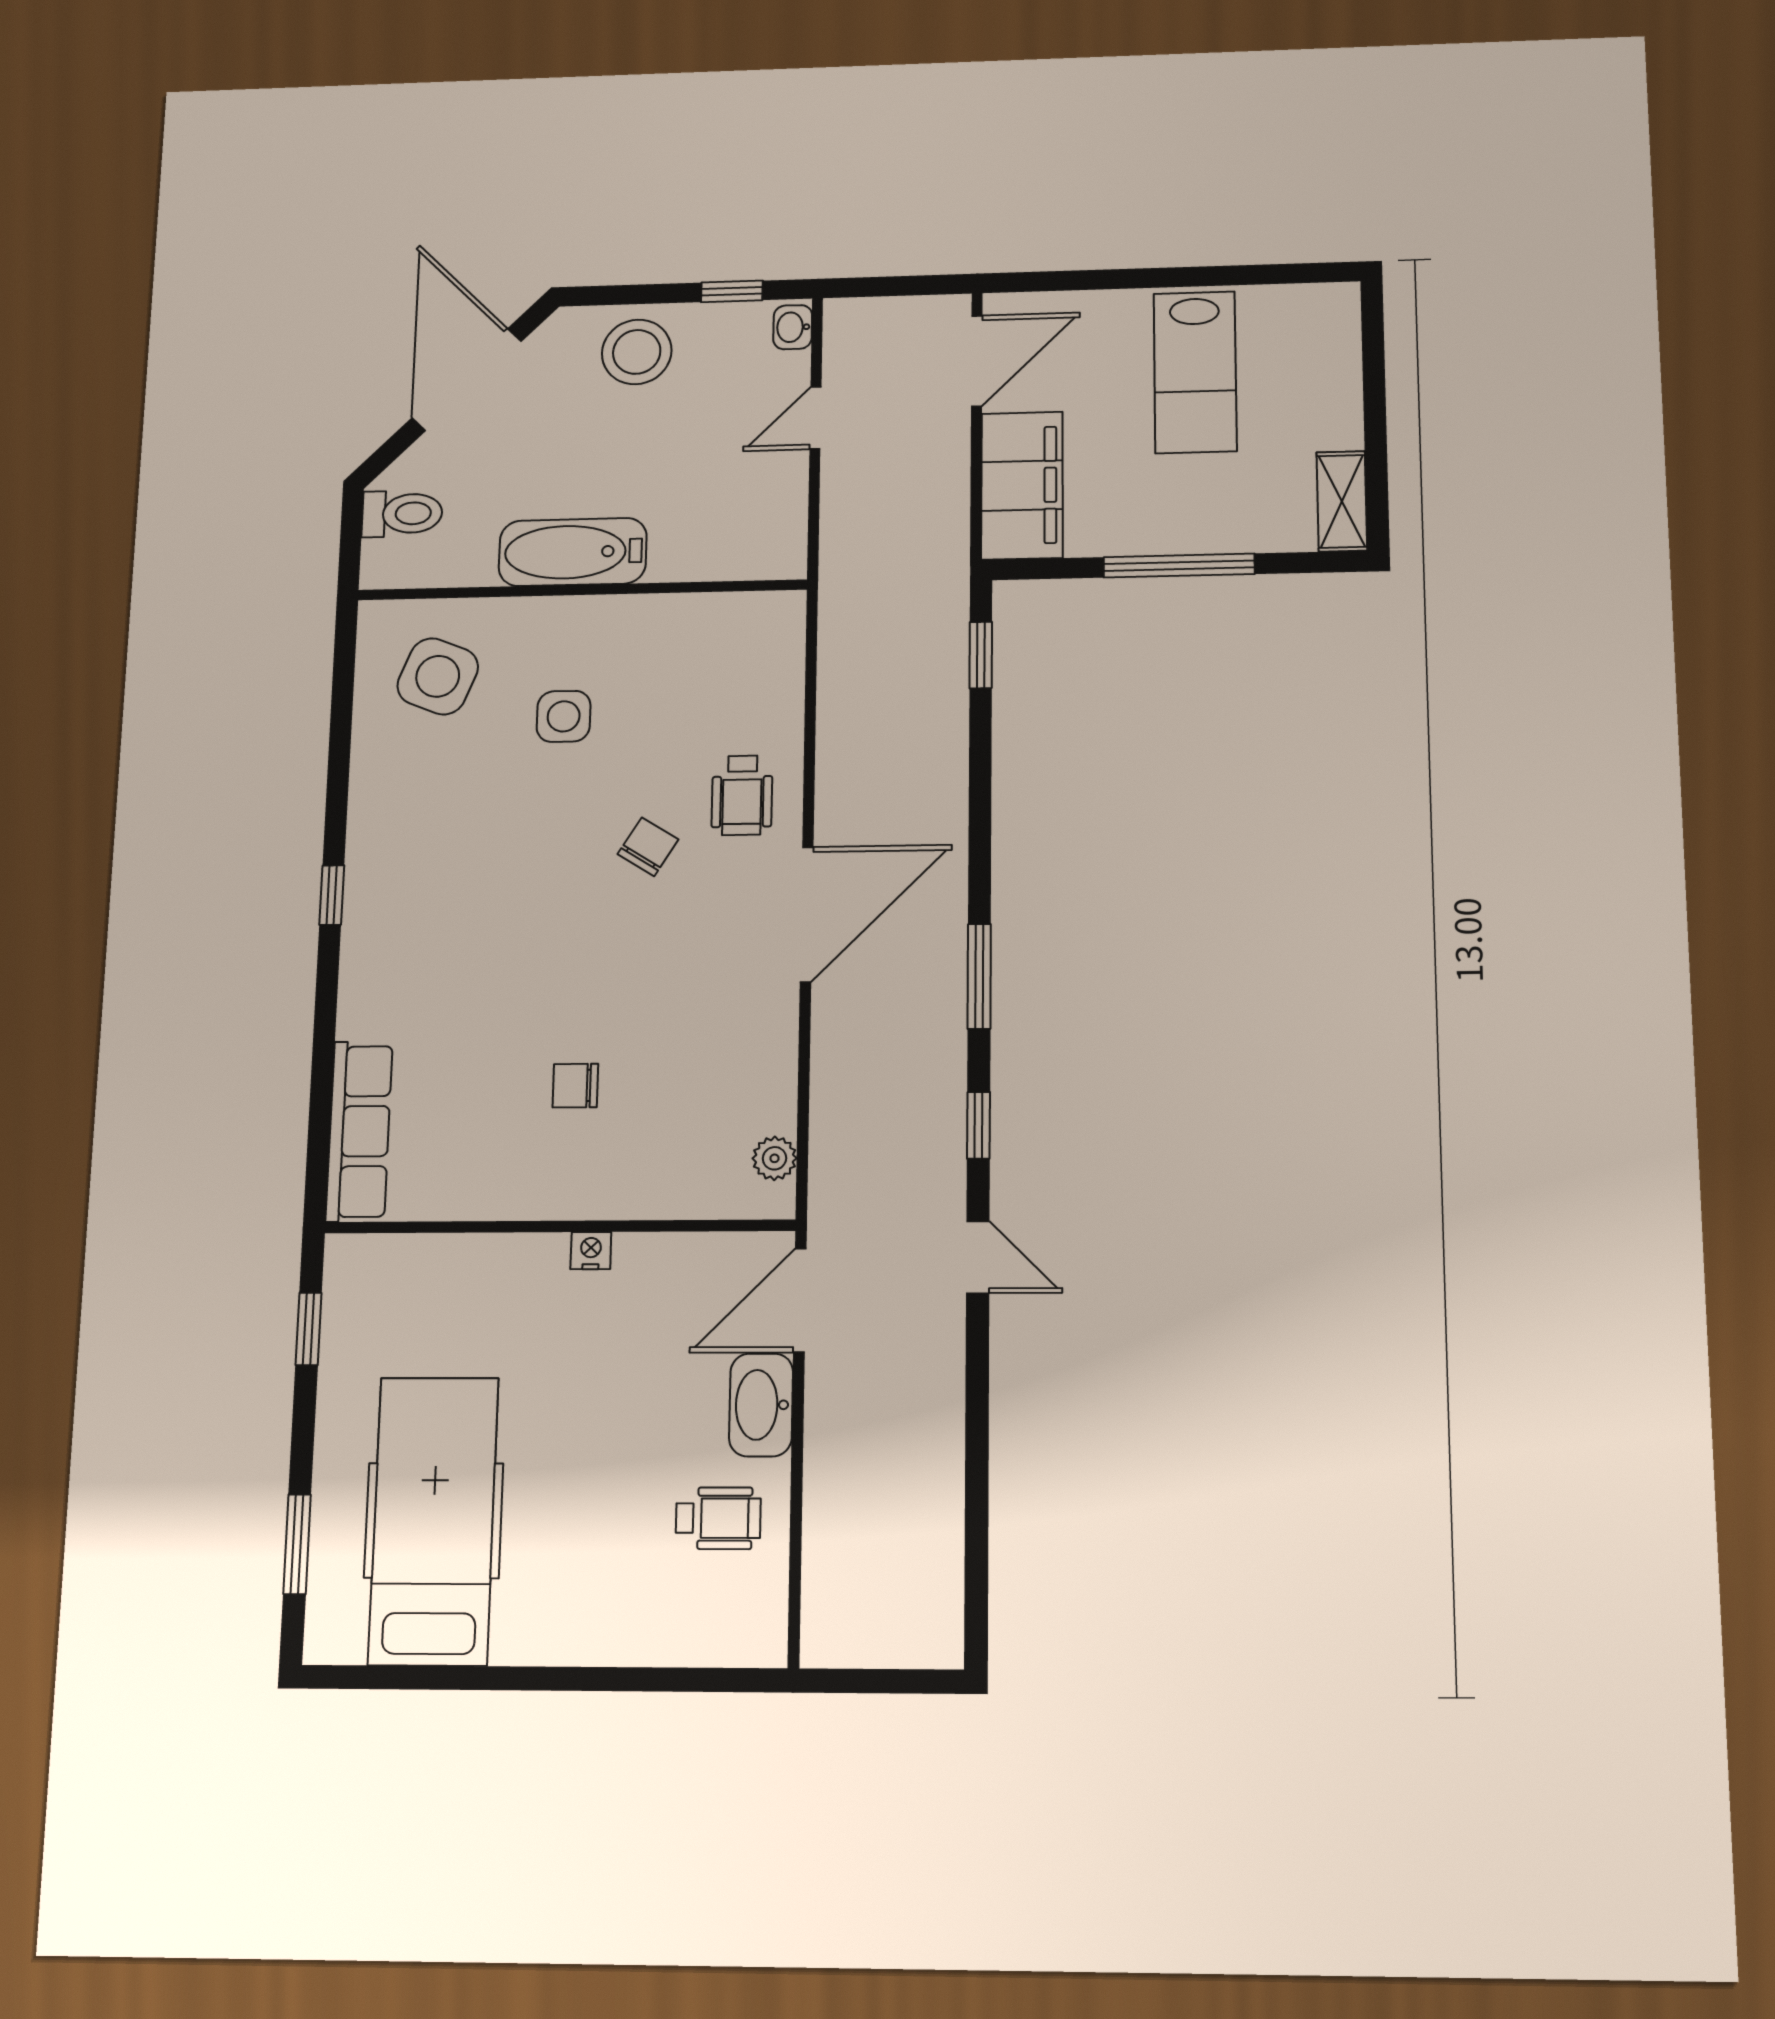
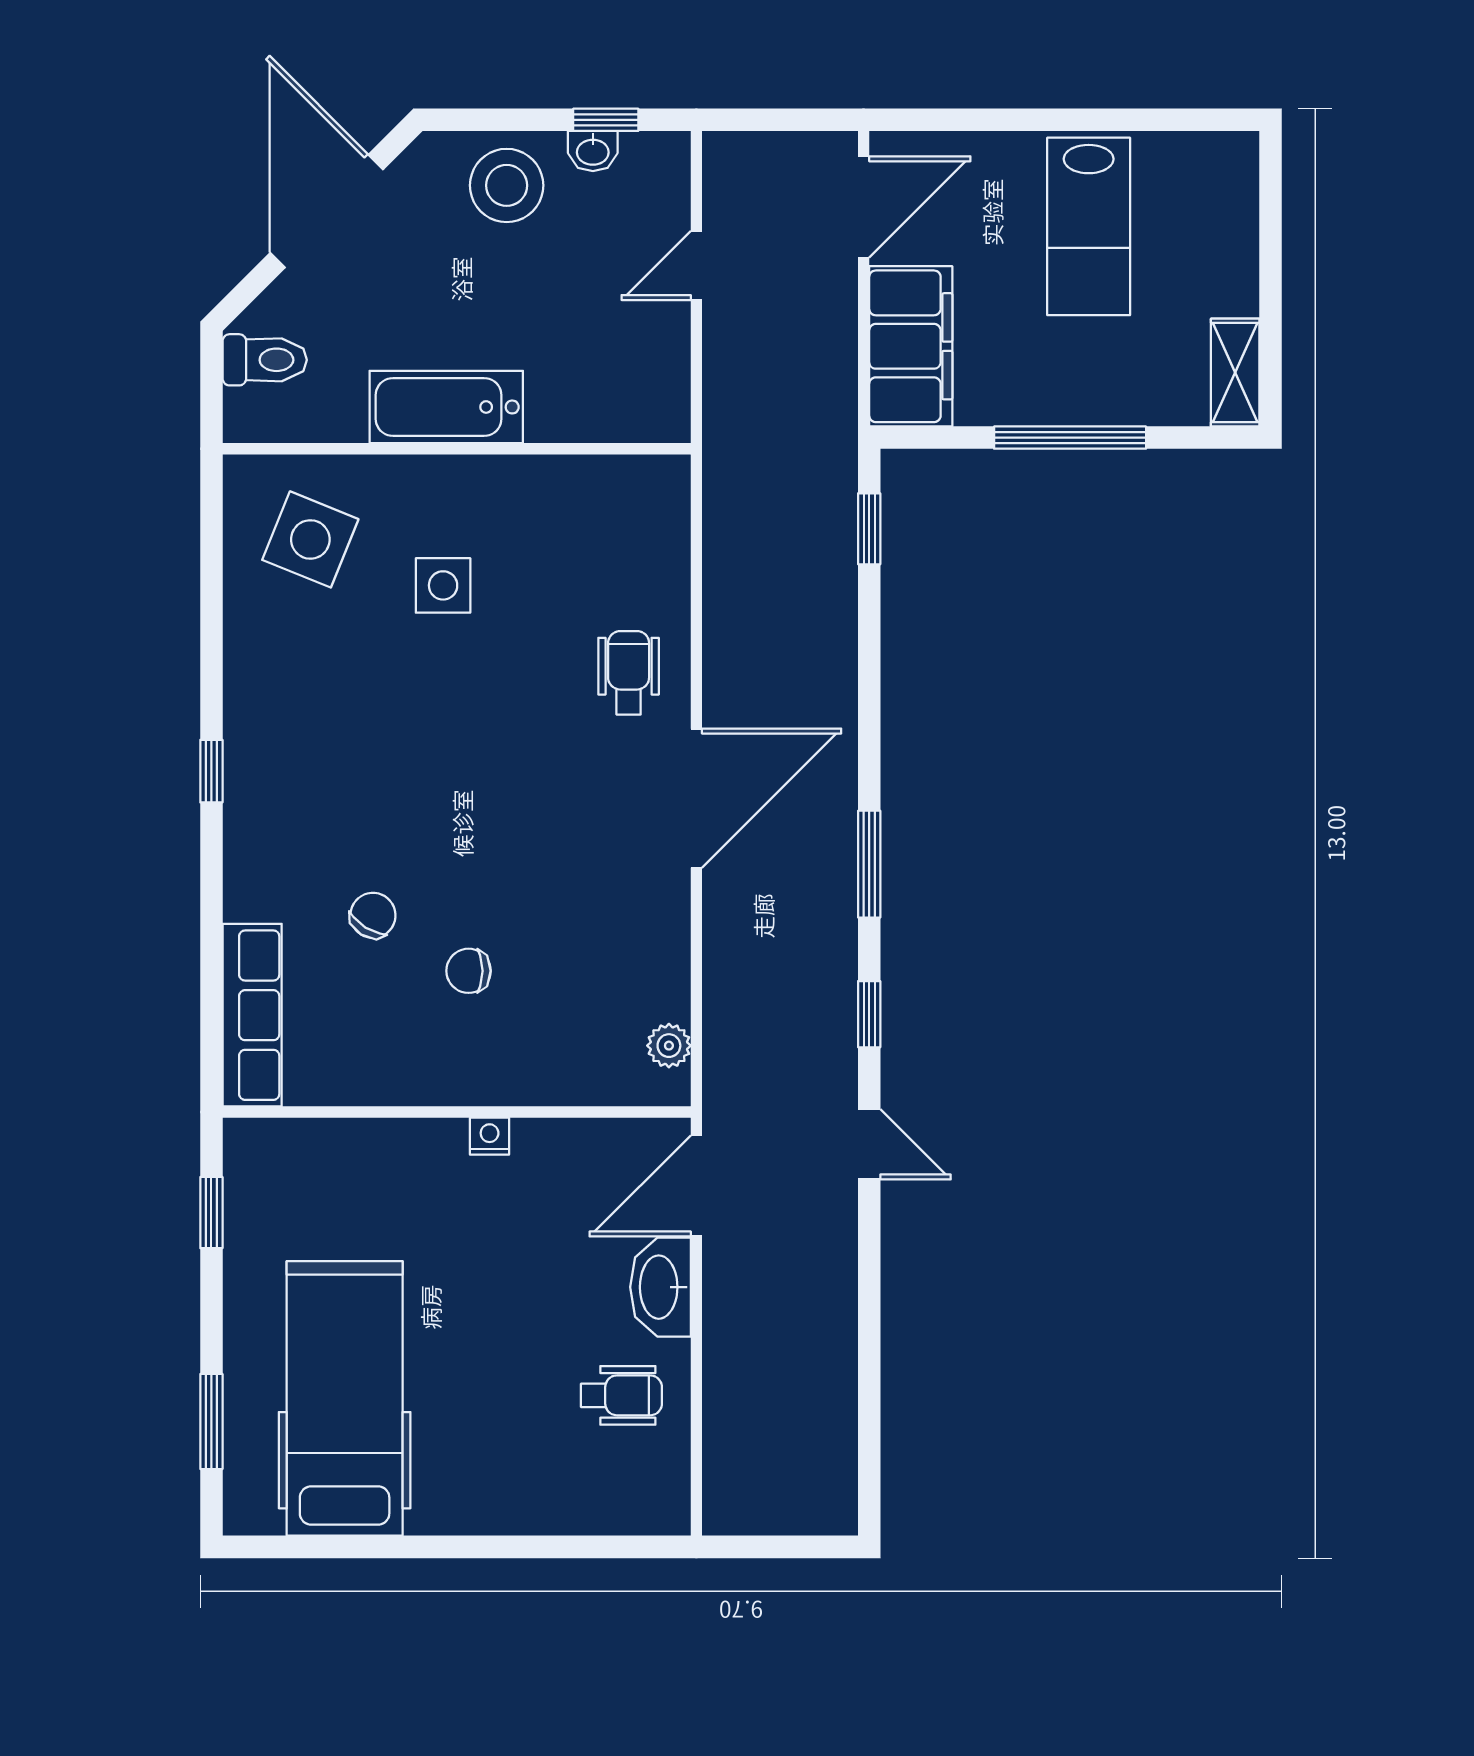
washbasin: (793, 327) -> (593, 151), moved, turned -90
wheelchair: (742, 795) -> (629, 673), turned 180
chair: (648, 847) -> (373, 915), moved

